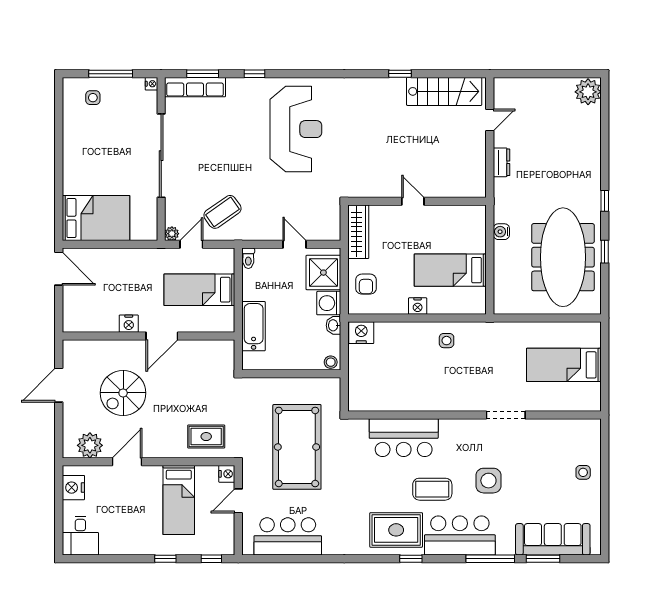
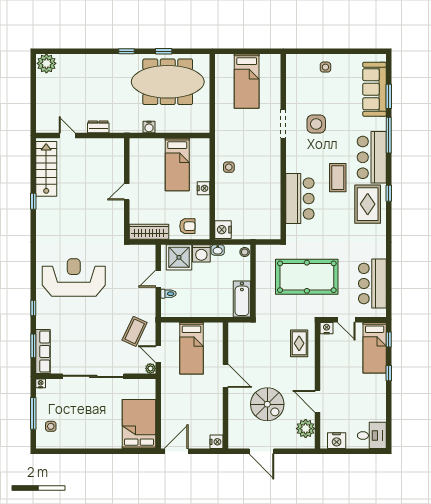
coffee table: (222, 212) -> (135, 331), turned 60
toilet: (248, 258) -> (168, 294), moved
nightstand: (129, 324) -> (216, 442), moved
bathtub: (254, 326) -> (242, 299), moved, turned -90
side table: (488, 481) -> (316, 124), moved
bed: (179, 500) -> (375, 348), moved, turned 90

